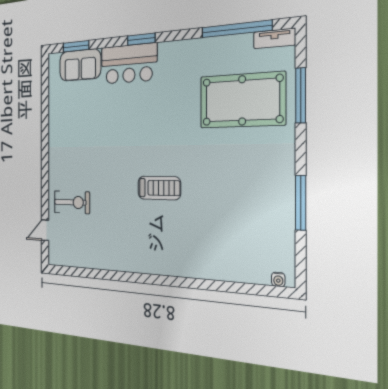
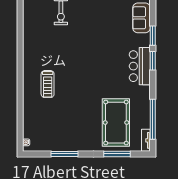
window: (76, 46) -> (153, 36), moved
bar counter: (129, 64) -> (140, 66), moved
treadmill: (159, 188) -> (48, 84), moved

